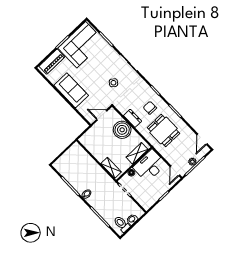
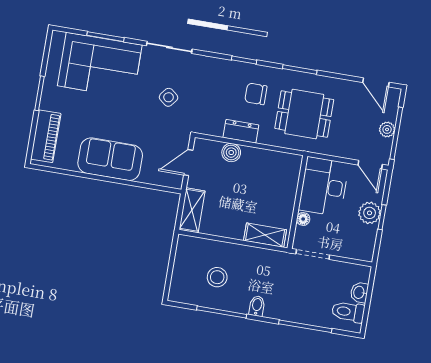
corner sofa: (81, 45) -> (100, 65), moved, turned 90
boiler: (122, 130) -> (231, 153), width x0.54, depth x0.54
shelving: (137, 153) -> (192, 210), moved
stool: (79, 170) -> (217, 277), added
plant: (160, 190) -> (370, 213), added

